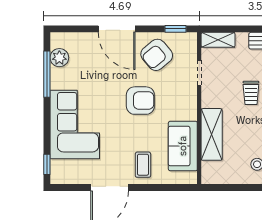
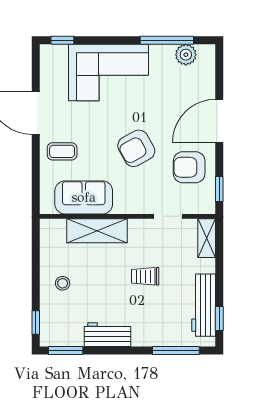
armchair: (157, 55) -> (189, 167), turned -50
armchair: (140, 101) -> (136, 148), turned 61

